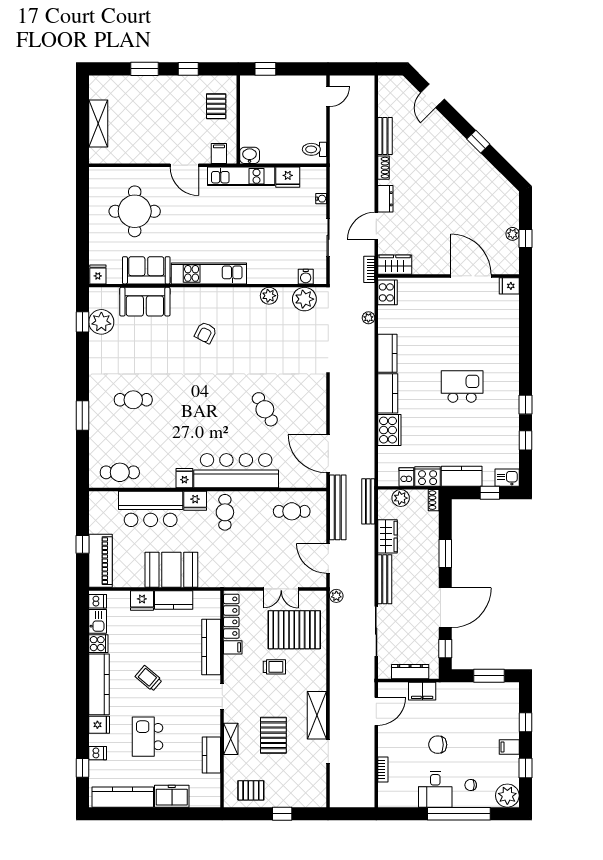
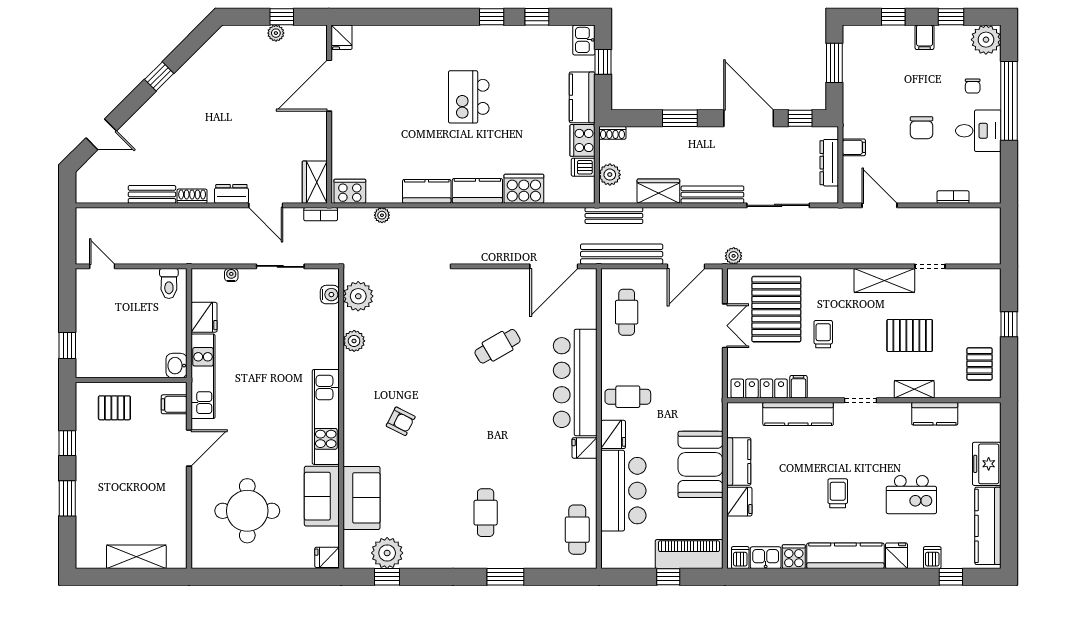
trolley: (149, 678) -> (838, 493), turned 140
filing cabinet: (422, 691) -> (854, 147), width x0.50

